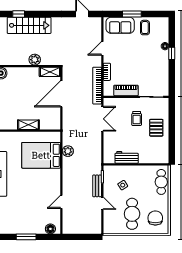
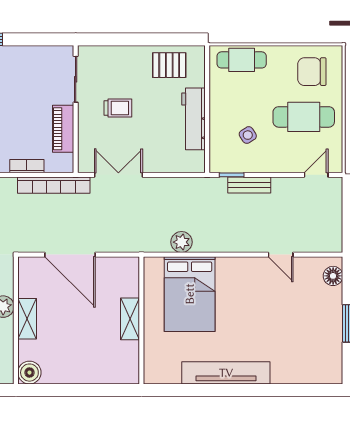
shelving: (50, 72) -> (27, 319), moved
pallet: (156, 128) -> (169, 65), moved
workbench: (127, 157) -> (194, 119), width x1.38
door: (102, 203) -> (316, 175), moved

